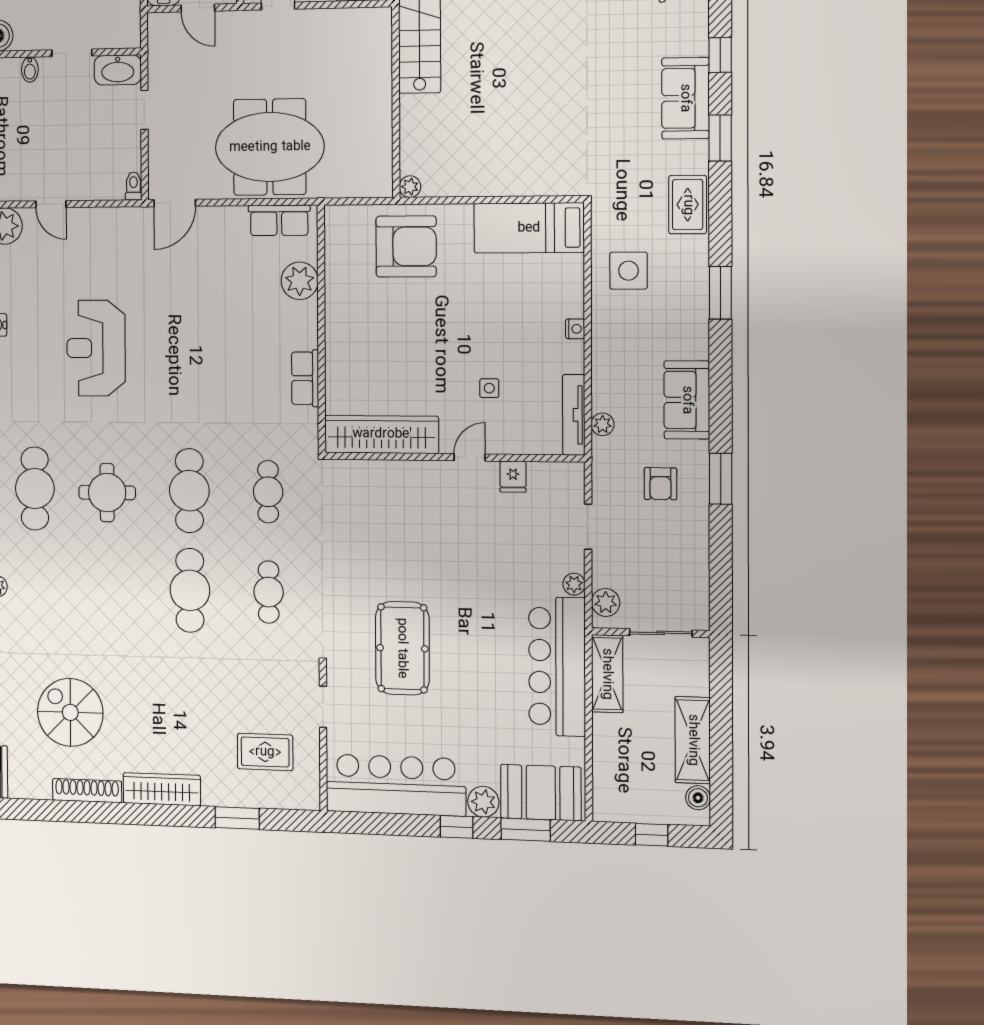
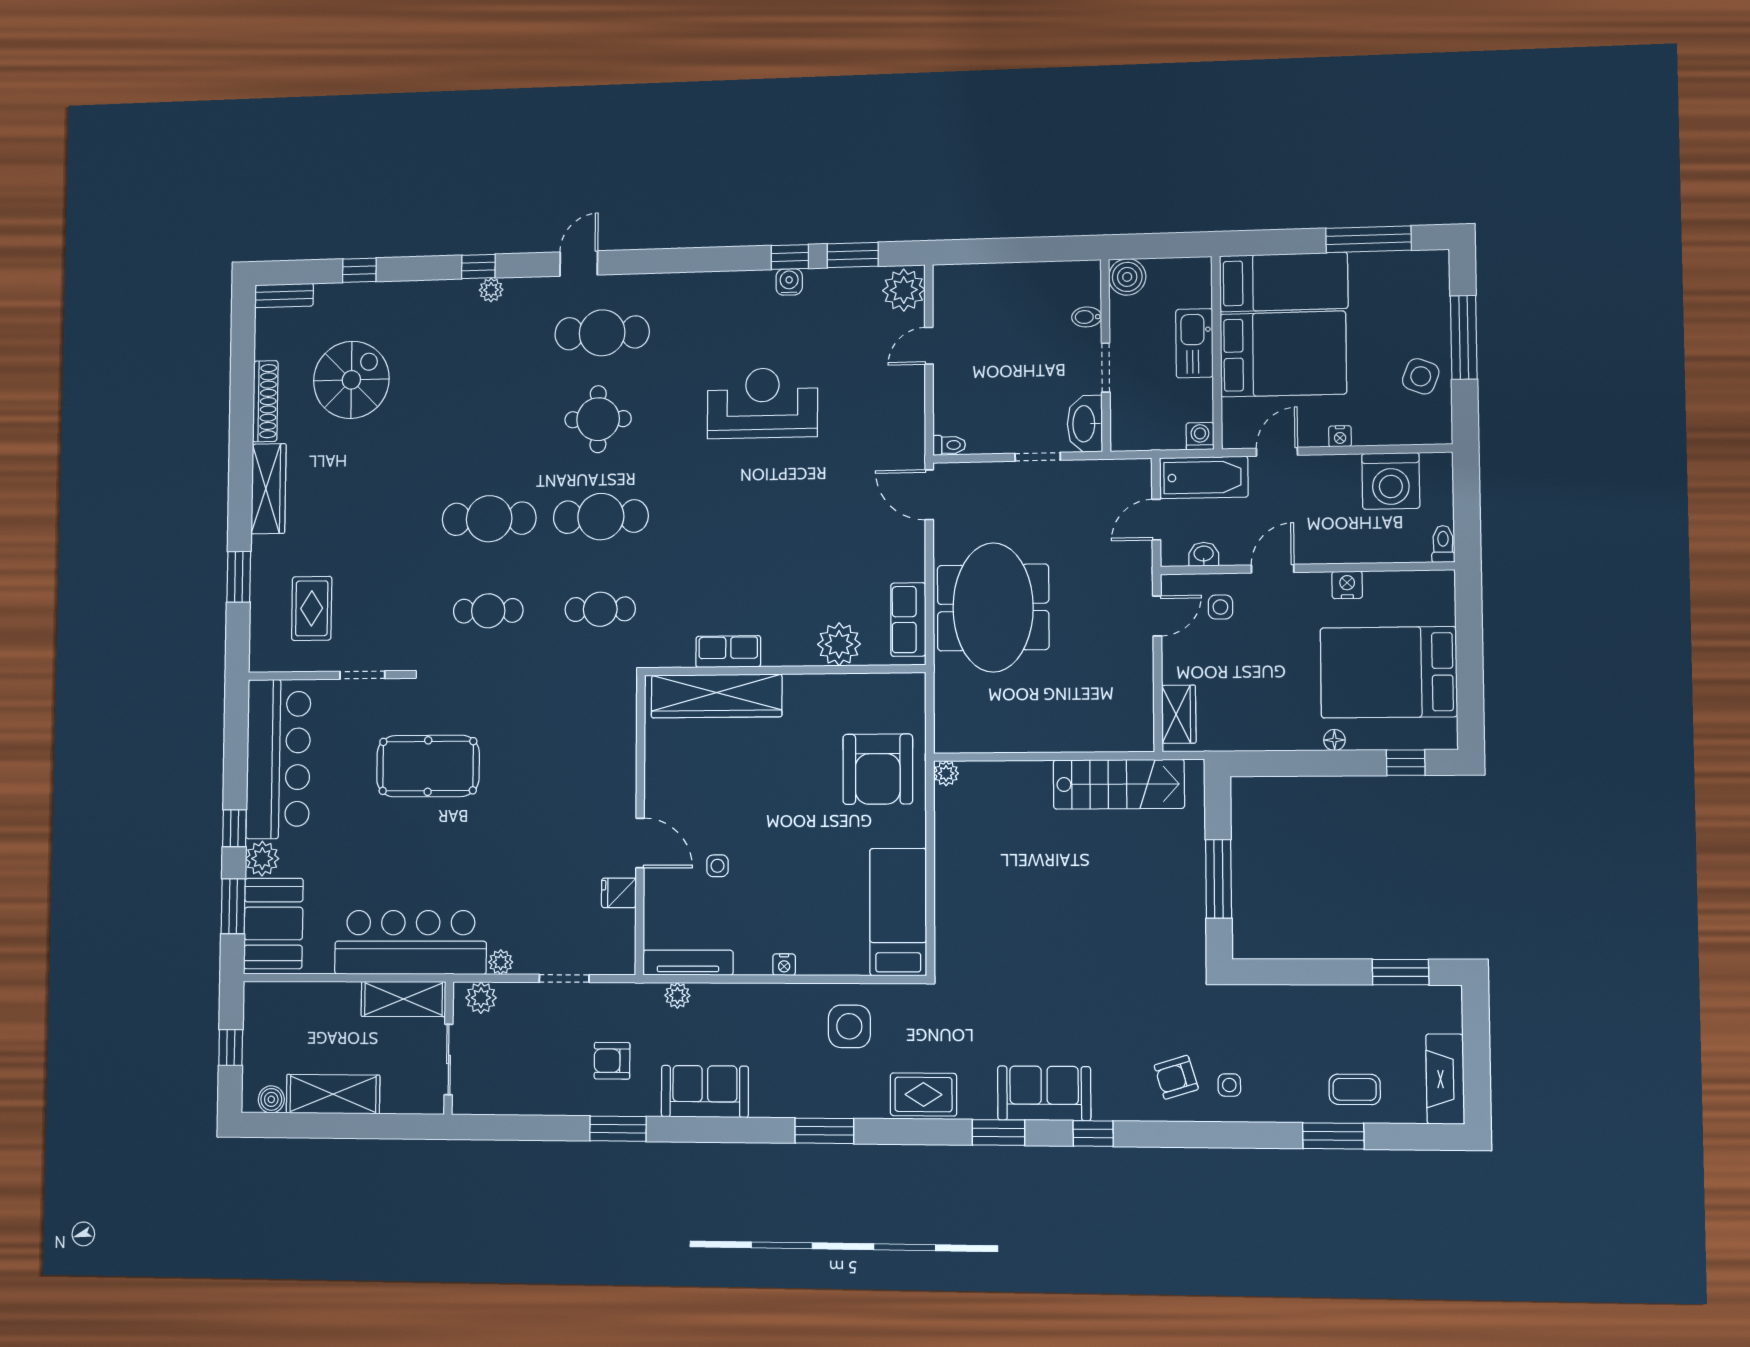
wardrobe: (381, 434) -> (717, 696), moved, turned 90
door: (470, 457) -> (640, 843), width x1.38

